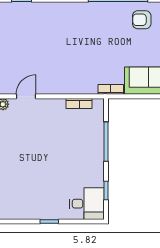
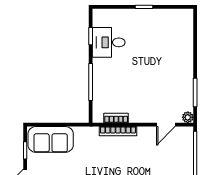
bookcase: (111, 89) -> (118, 131), moved, width x1.56
desk: (87, 204) -> (109, 42), moved

